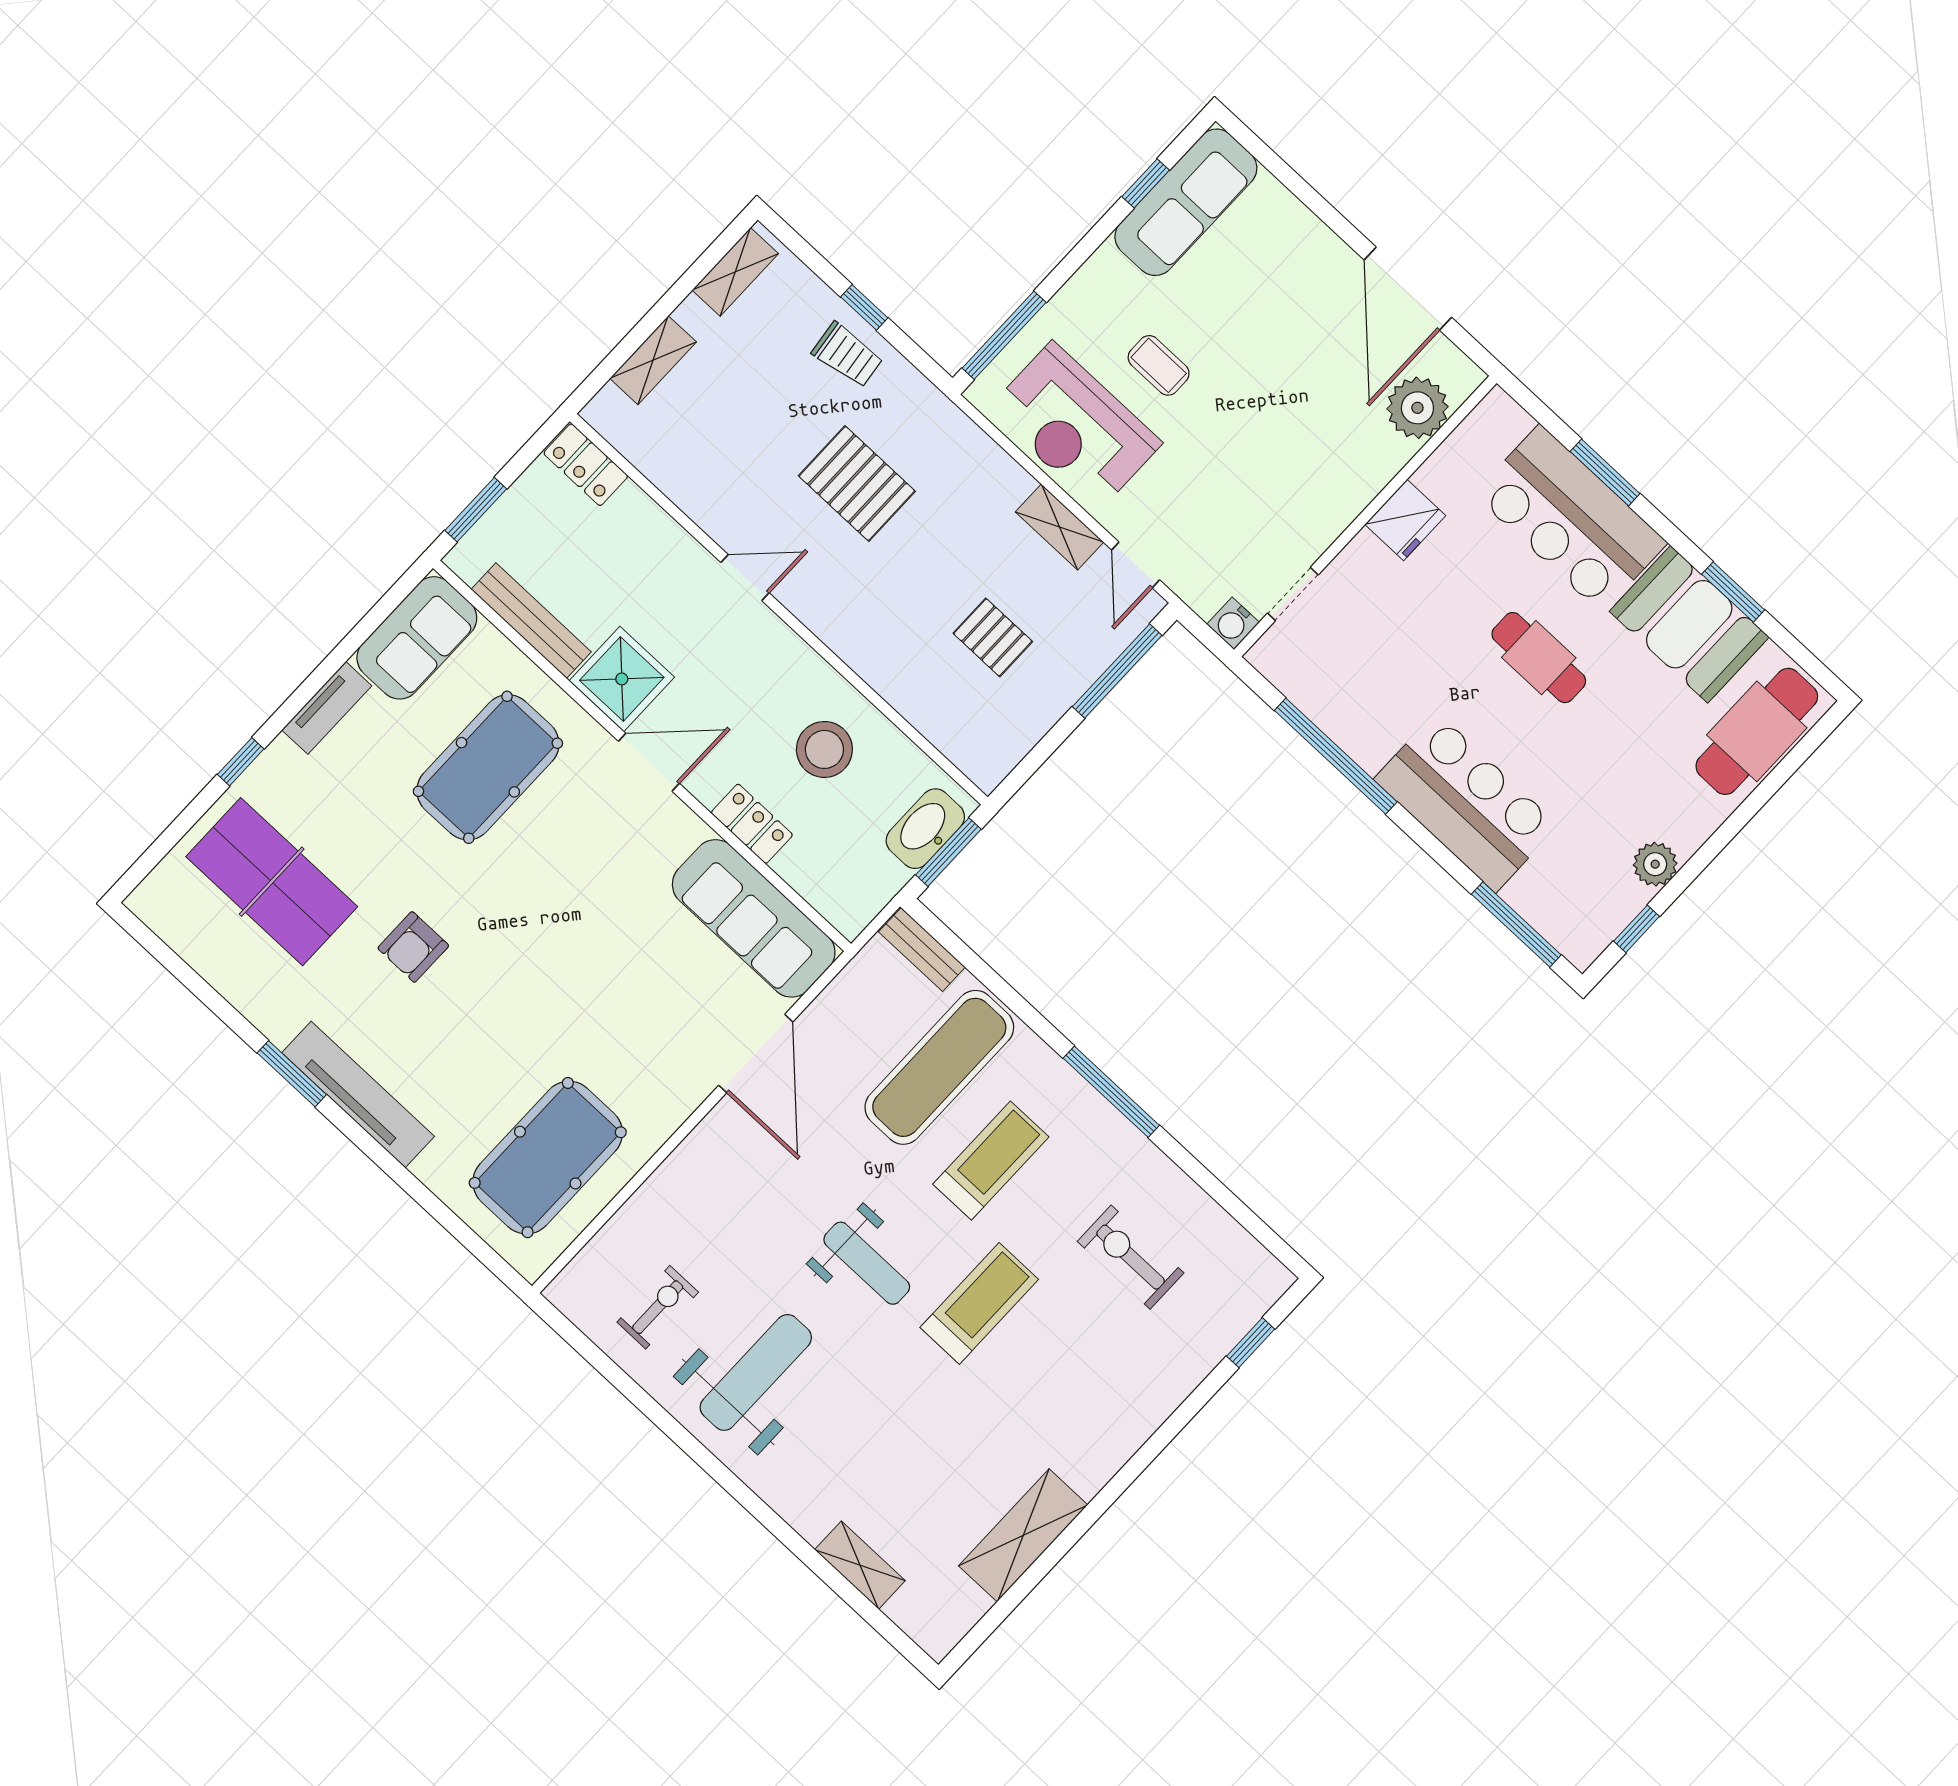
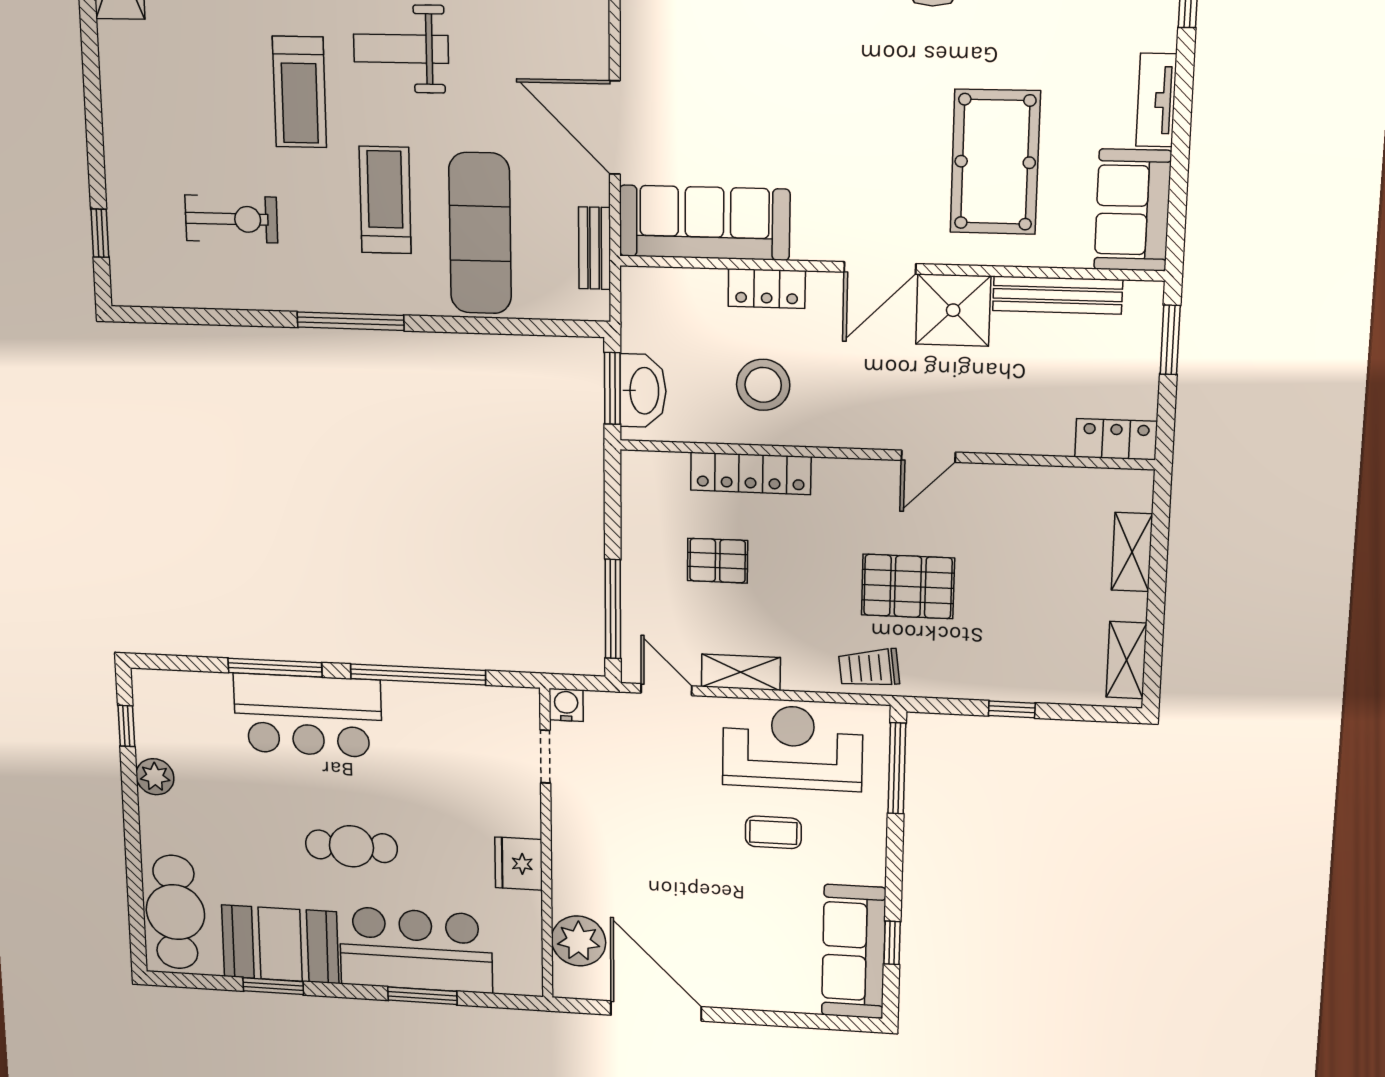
trolley: (847, 355) -> (869, 668), moved
locker: (900, 686) -> (751, 473), added
window: (1516, 924) -> (275, 668), moved
bench: (922, 950) -> (595, 248), moved, turned 90
treadmill: (991, 1161) -> (385, 200), turned 180

